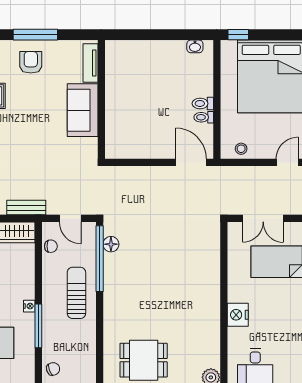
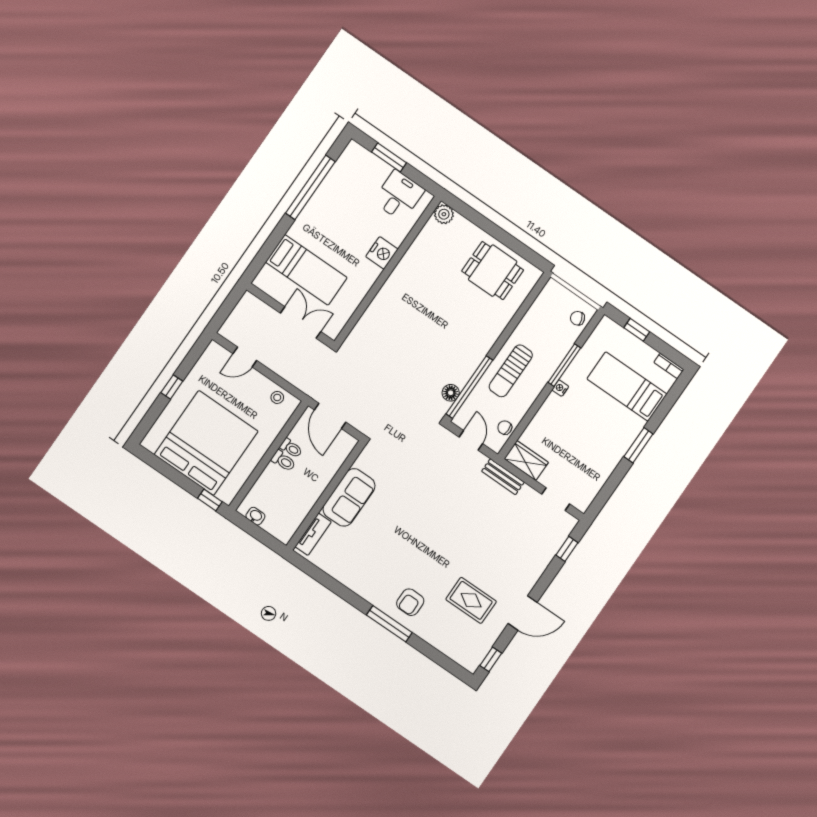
tv unit: (90, 63) -> (313, 534), moved
wall: (101, 99) -> (326, 495), moved
sofa: (83, 110) -> (349, 497), moved

